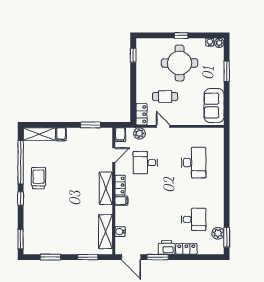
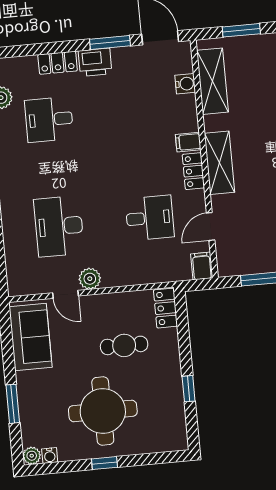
window: (133, 55) -> (189, 389), moved
door: (163, 126) -> (65, 294), moved
plant: (139, 133) -> (90, 279), moved

